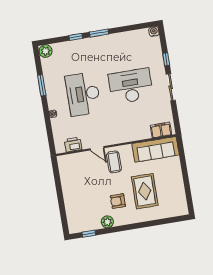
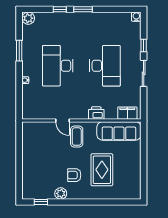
desk: (131, 86) -> (105, 66), turned 90
printer: (73, 145) -> (96, 113), moved

